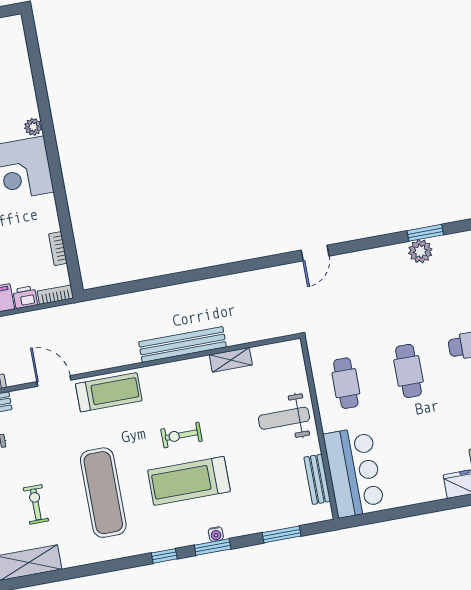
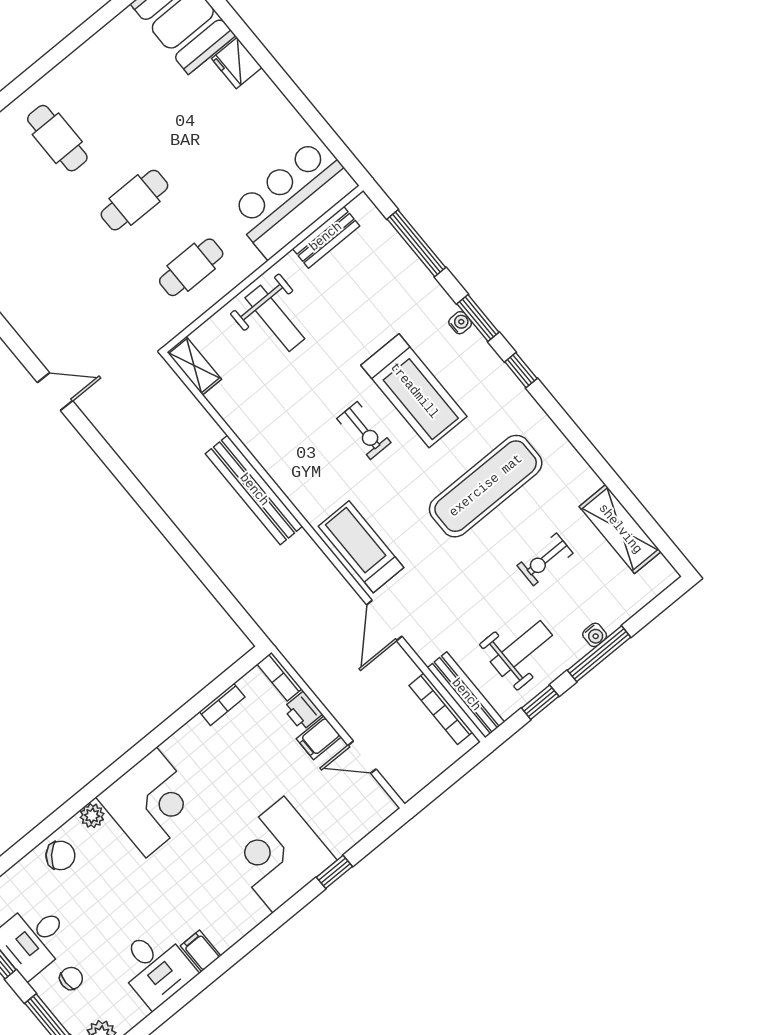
chair: (19, 93) -> (60, 855), added
shelving: (231, 360) -> (194, 366), moved
window: (282, 534) -> (416, 243), width x1.44

